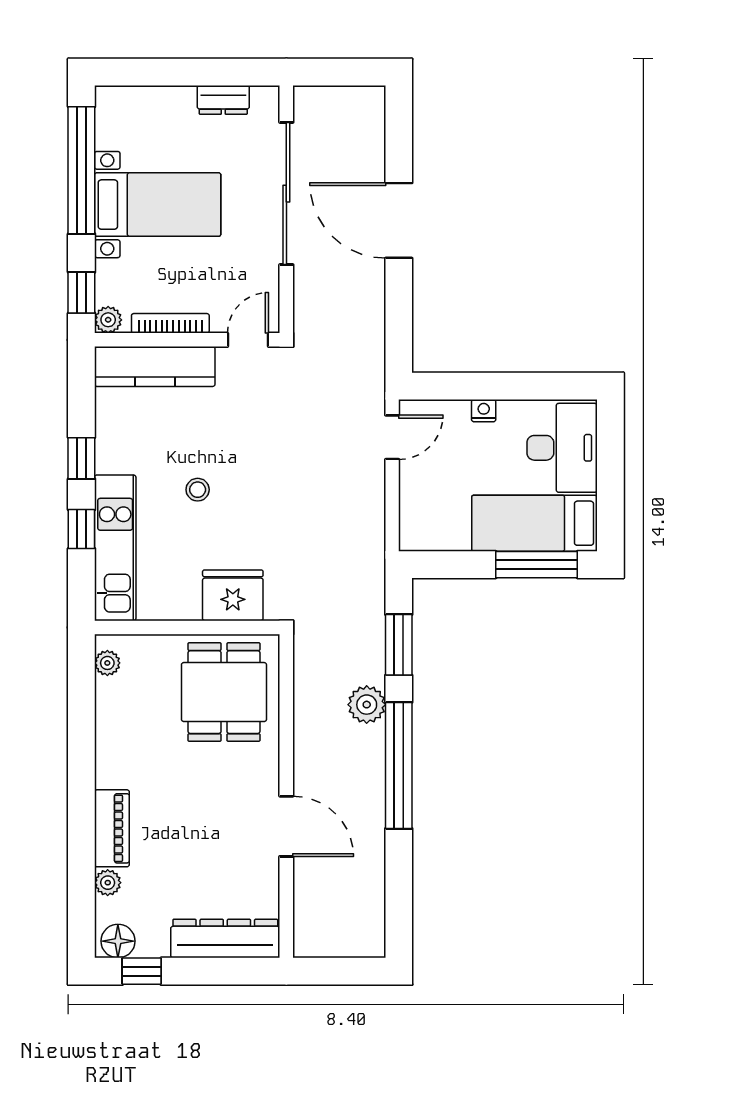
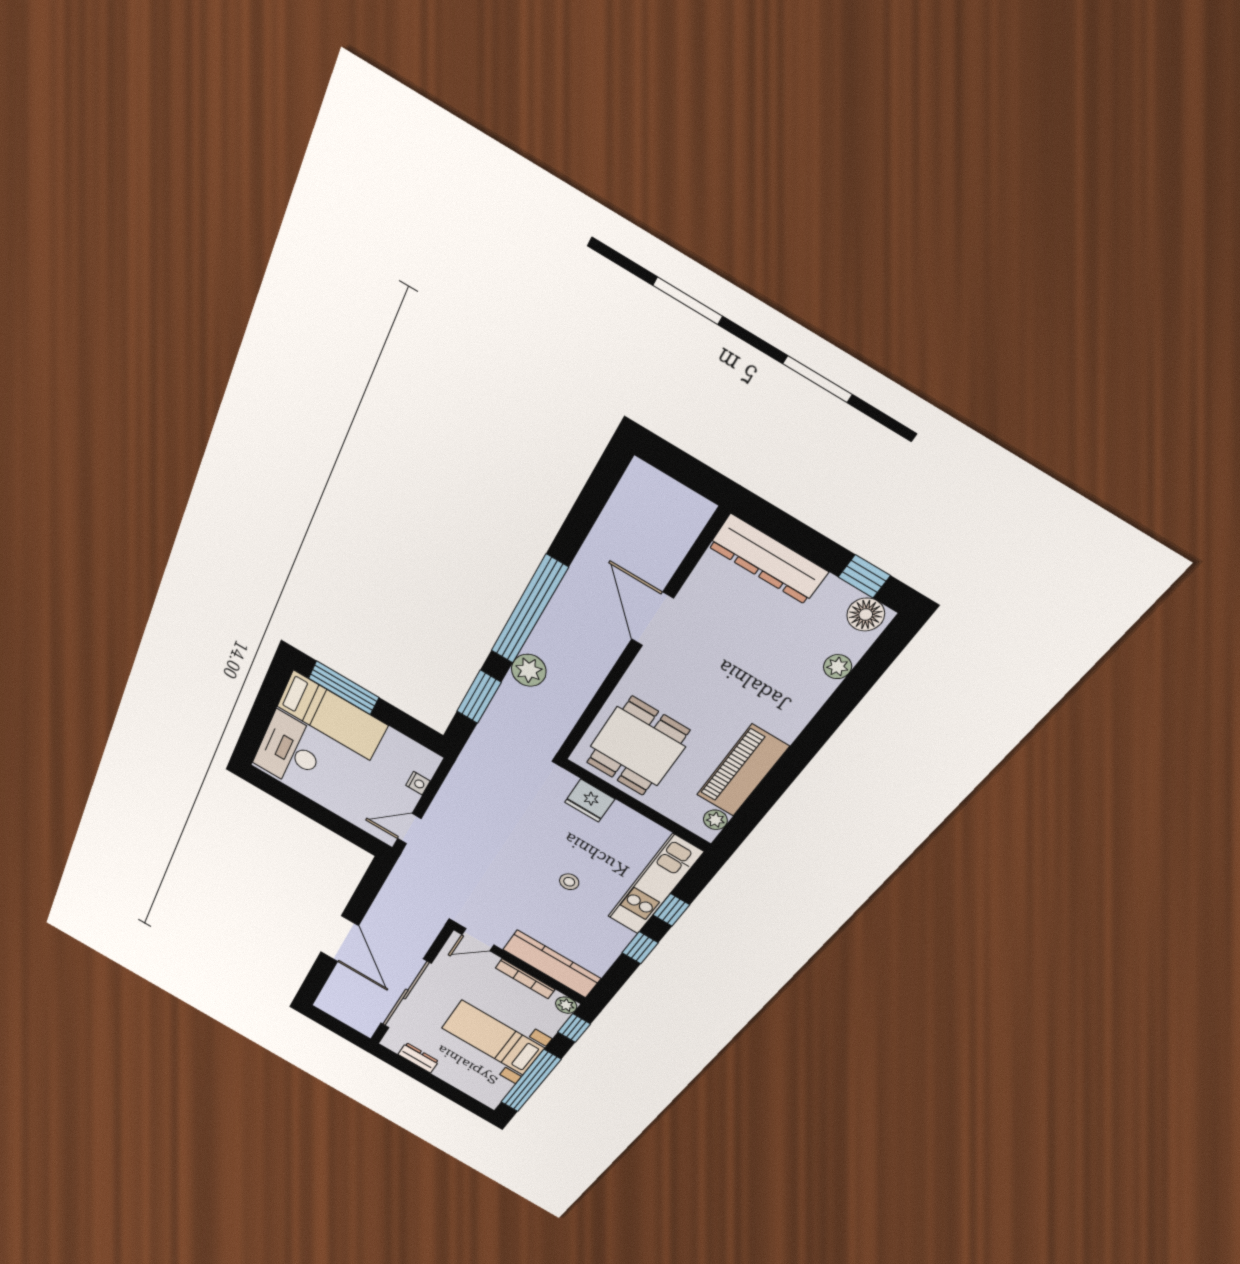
nightstand: (484, 411) -> (418, 783), moved, turned -90
fridge: (233, 595) -> (590, 801), width x0.73, depth x0.75
piano: (112, 828) -> (742, 771), moved, width x1.37, depth x1.33

